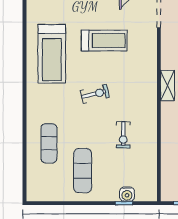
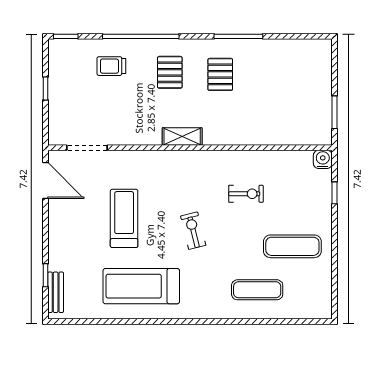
treadmill: (52, 54) -> (141, 286), turned 180
water cooler: (127, 194) -> (323, 159), moved, turned -90

